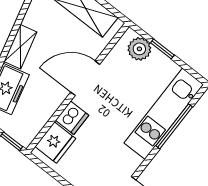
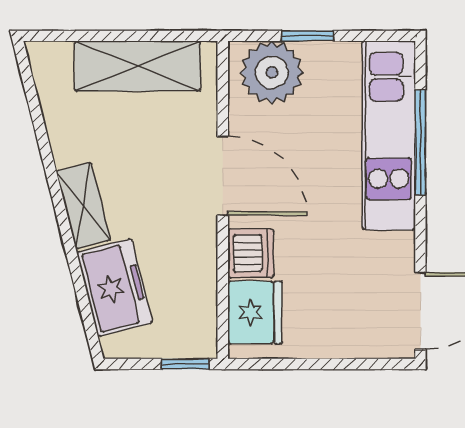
plant: (139, 49) -> (272, 72), width x1.36, depth x1.36
door: (85, 78) -> (223, 176), swing flipped

